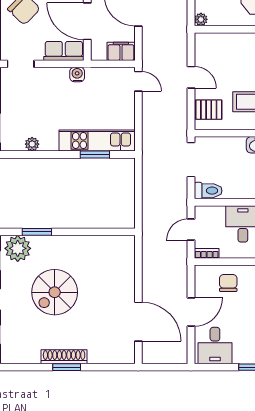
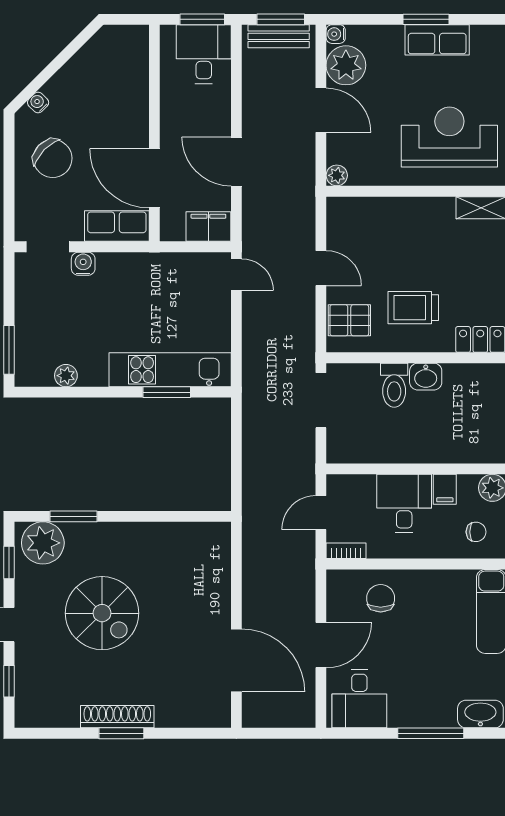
water cooler: (77, 74) -> (83, 264), moved
toilet: (208, 191) -> (394, 385), moved, turned 90
spiral stairs: (55, 292) -> (102, 613), turned -90

